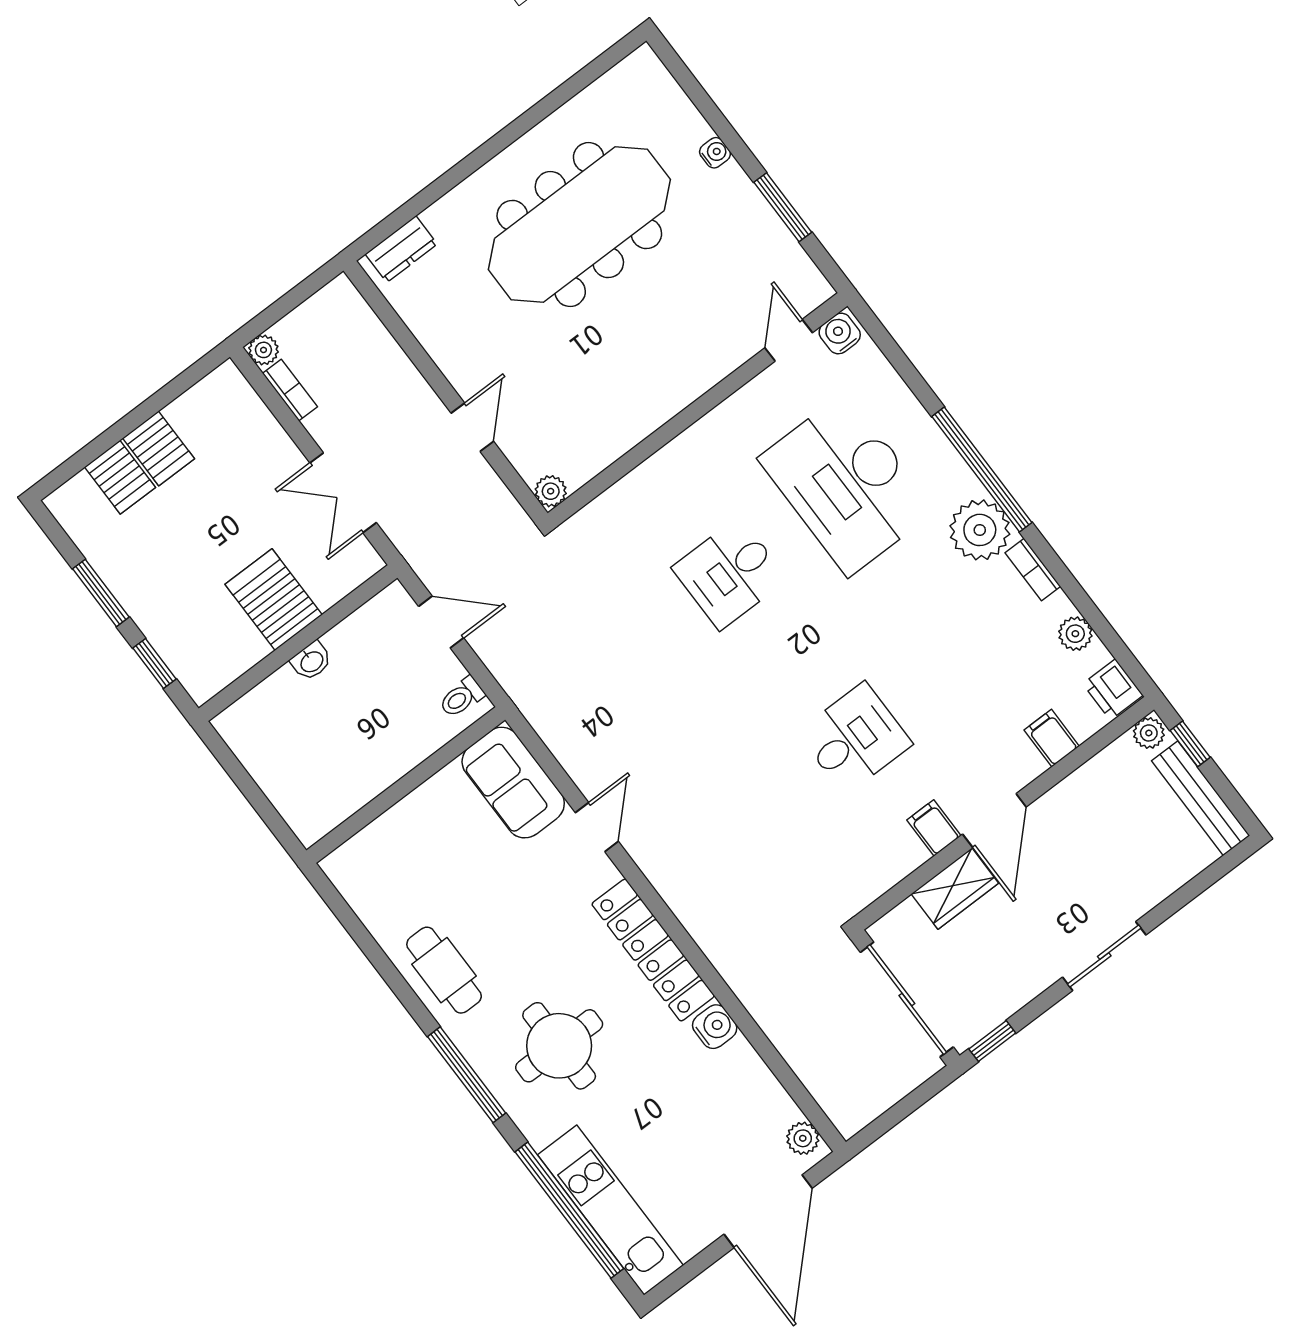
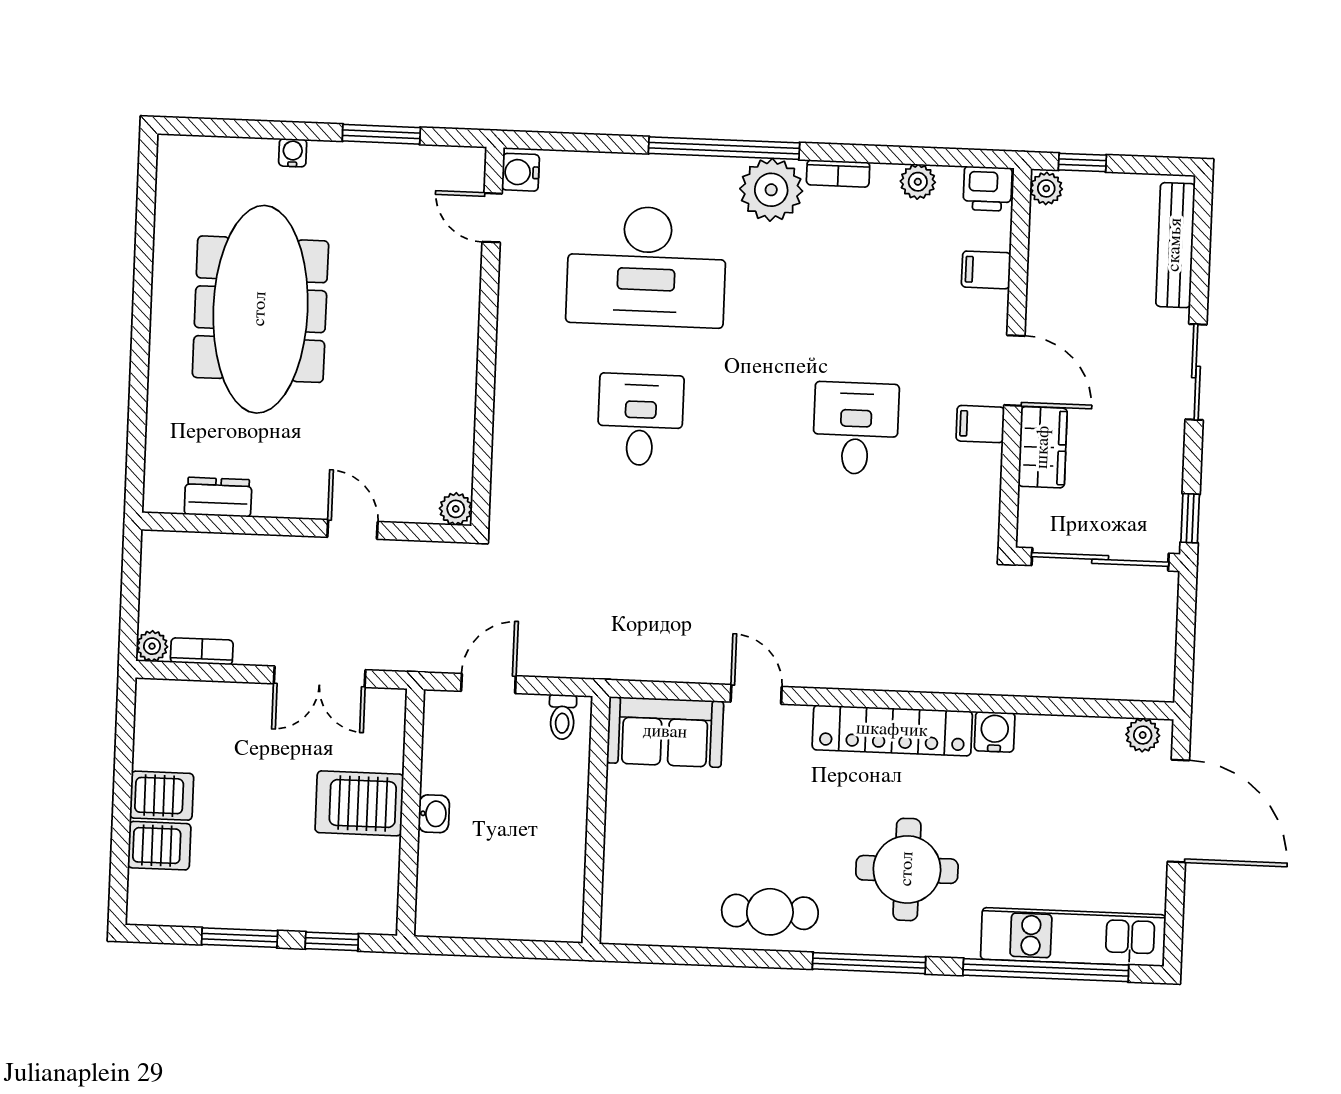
dresser: (401, 249) -> (218, 497), moved, turned -90
desk: (730, 573) -> (640, 420), turned 180
bench: (1201, 798) -> (1175, 245), moved, turned 90

